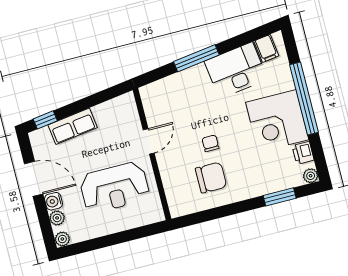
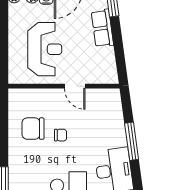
chair: (211, 178) -> (33, 129), turned 90
reception desk: (114, 187) -> (45, 49), turned 180

